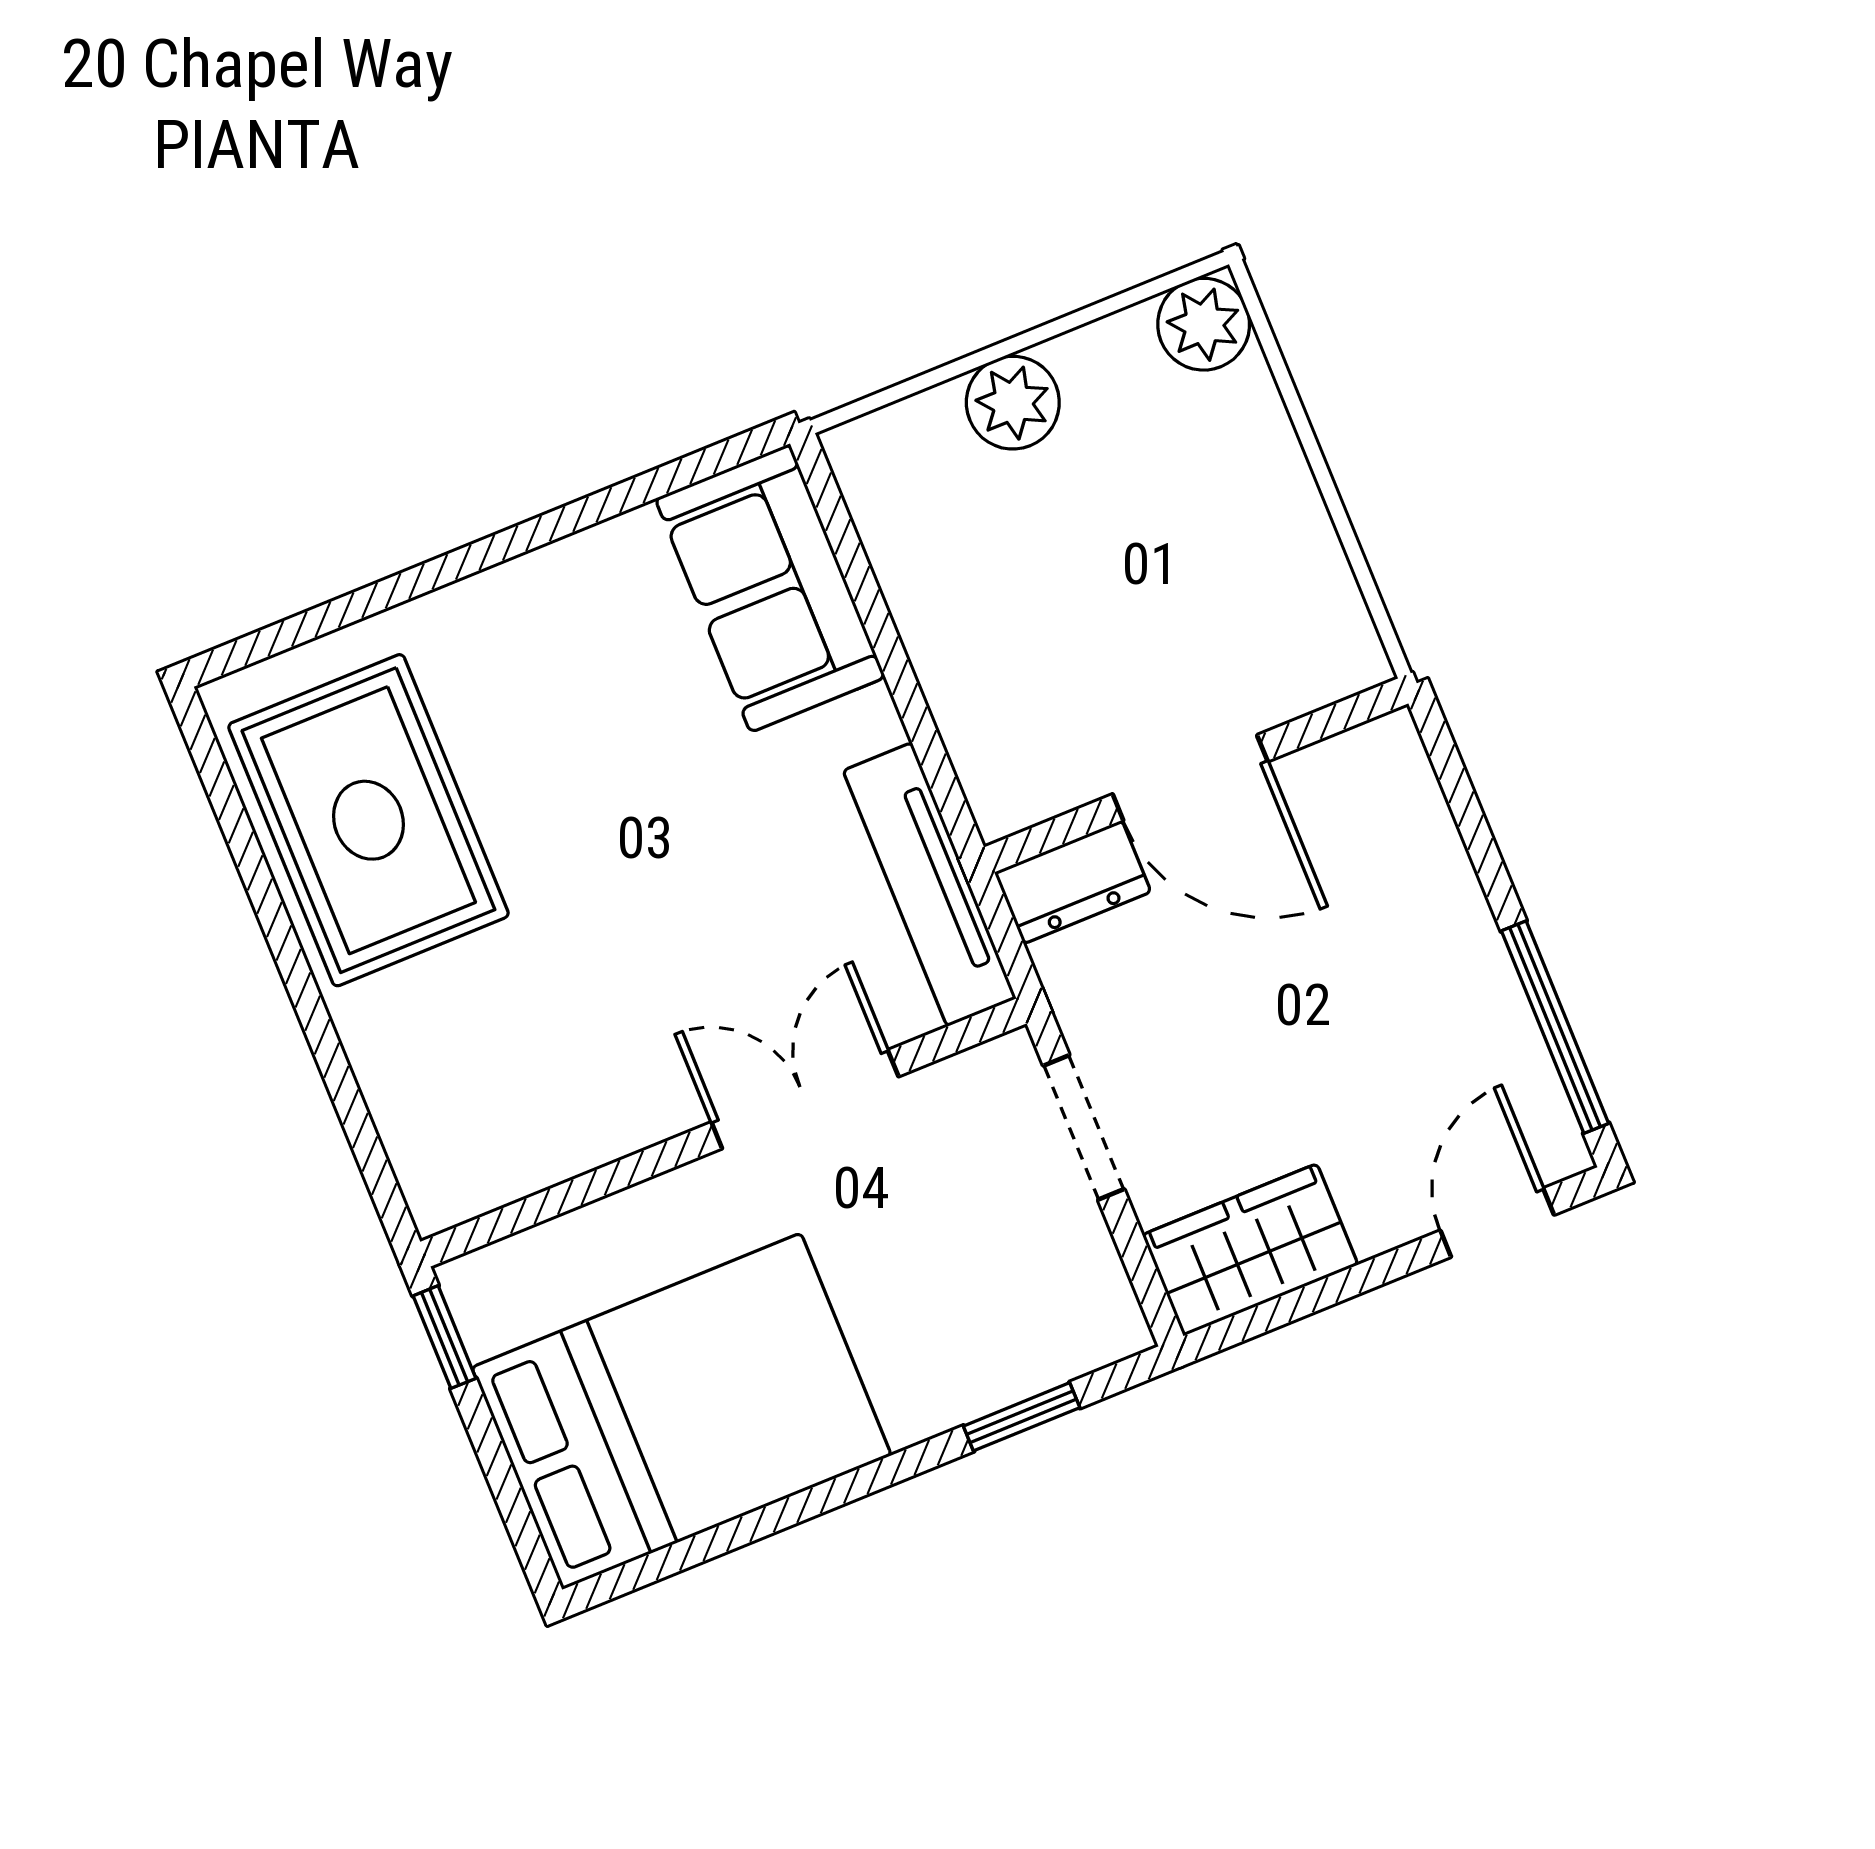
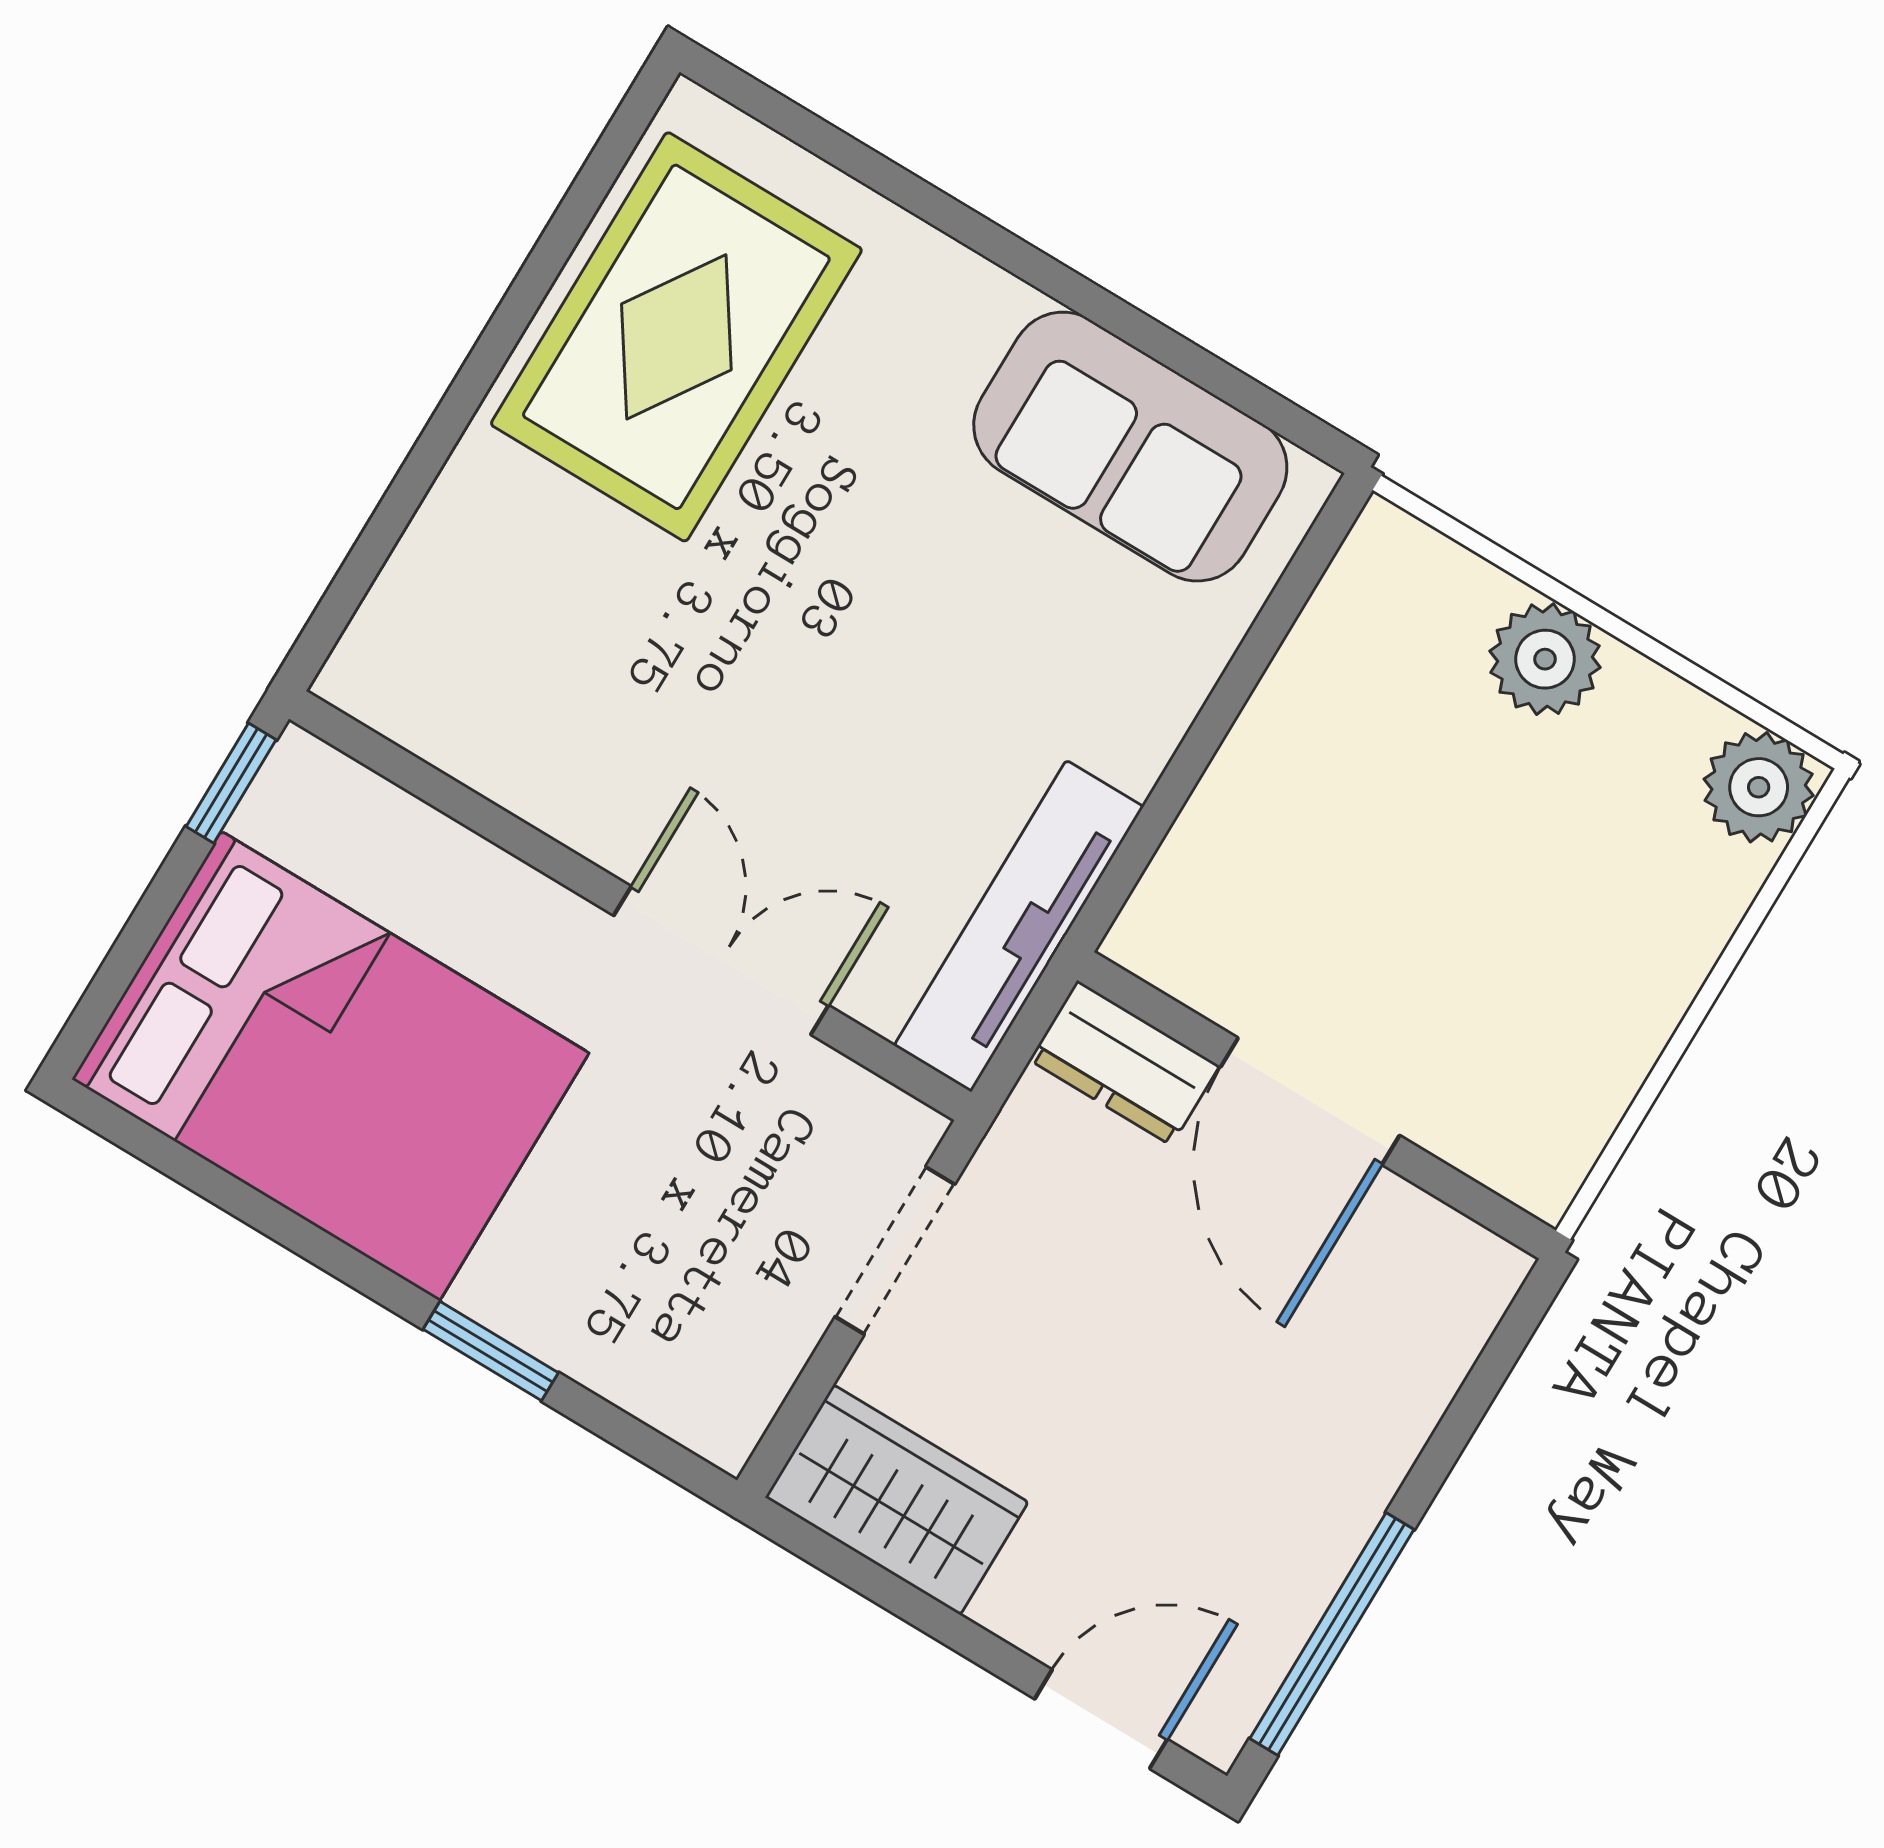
sofa: (770, 588) -> (1130, 447), moved, turned -90
window: (1022, 1417) -> (491, 1351), moved

